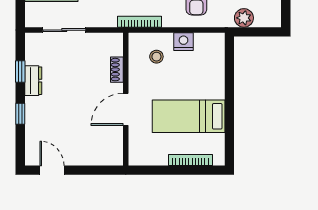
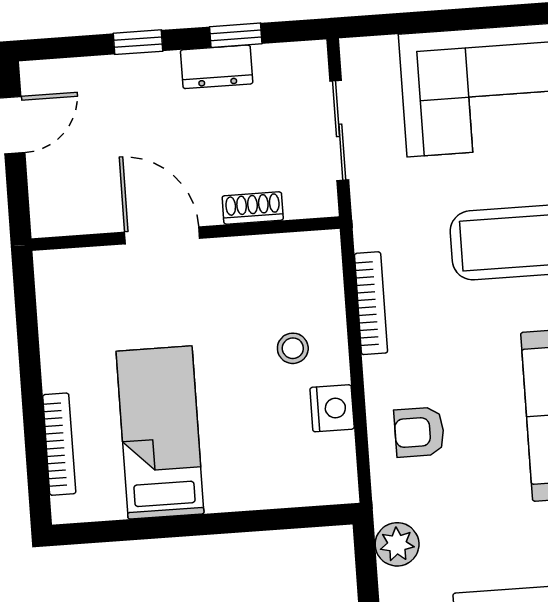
shoe rack: (117, 70) -> (253, 208), moved
wall: (126, 99) -> (186, 234), moved
door: (126, 109) -> (162, 235), moved

